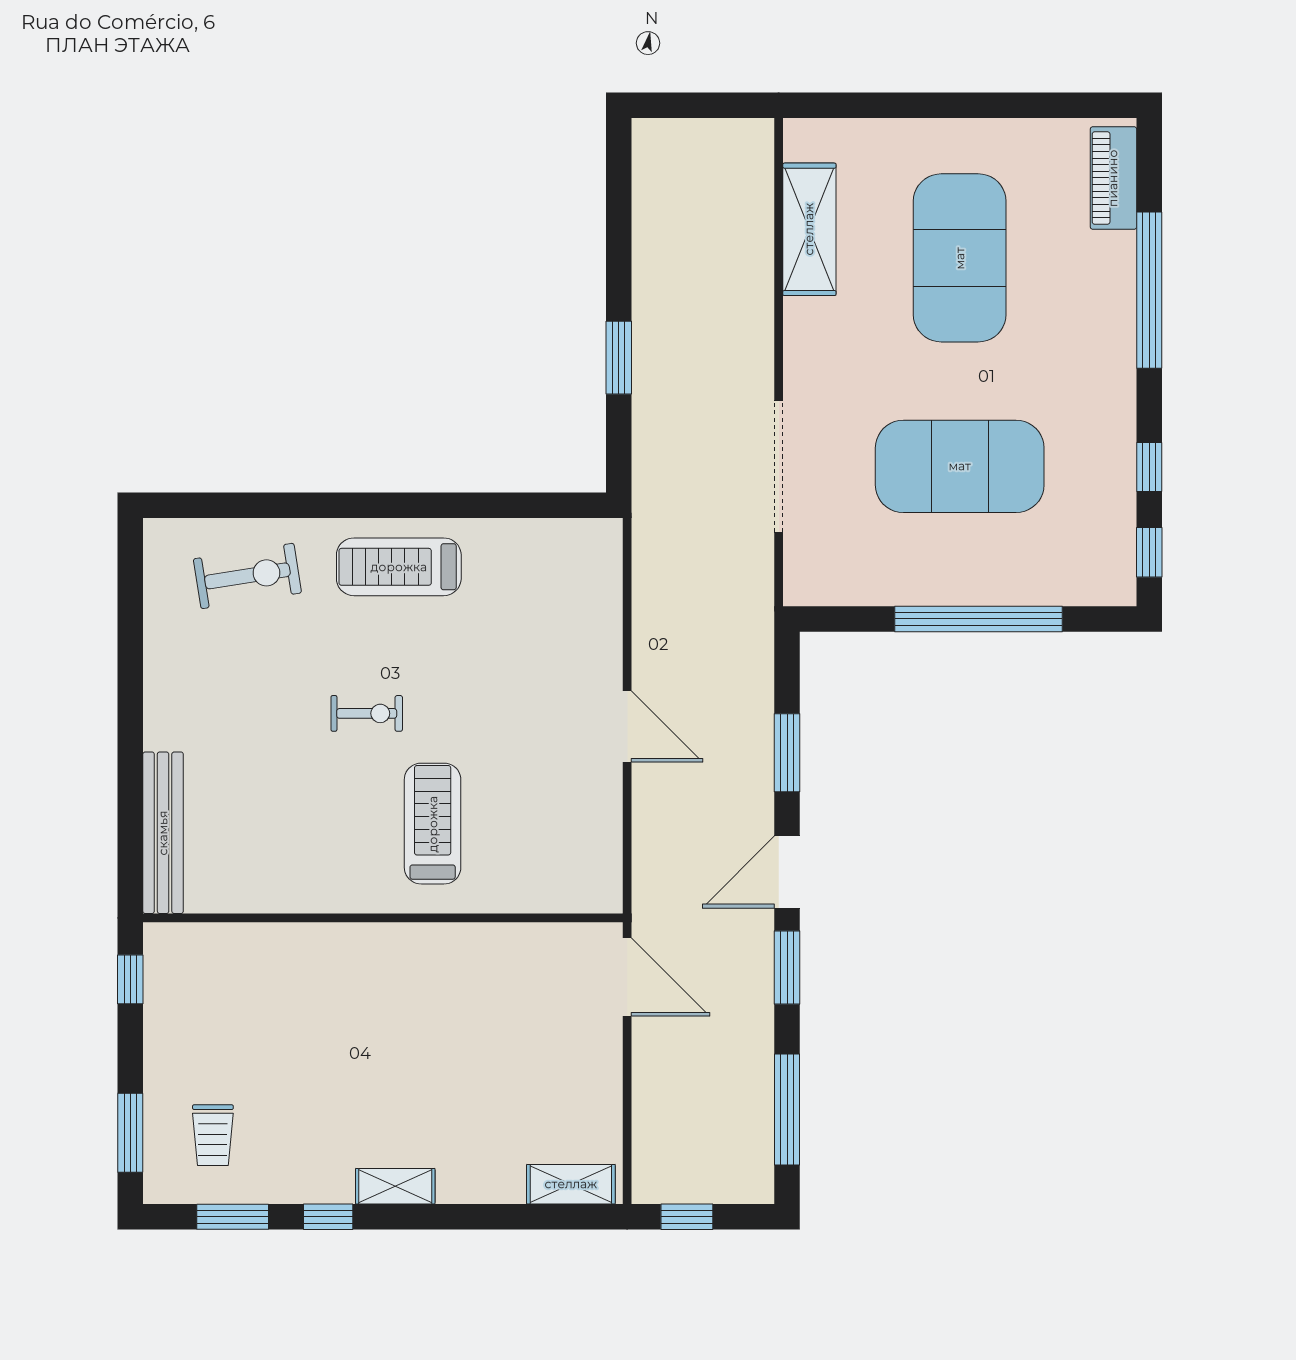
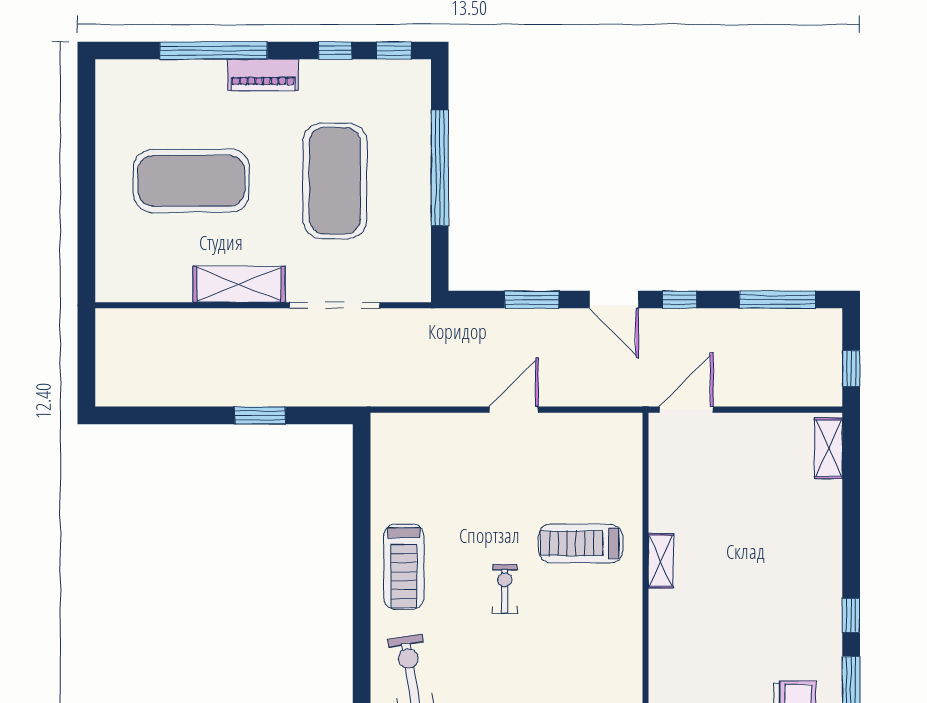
piano: (1113, 178) -> (263, 75), moved
shelving: (809, 229) -> (239, 284), moved
window: (787, 968) -> (680, 300), width x0.67
shelving: (395, 1186) -> (661, 561), moved

